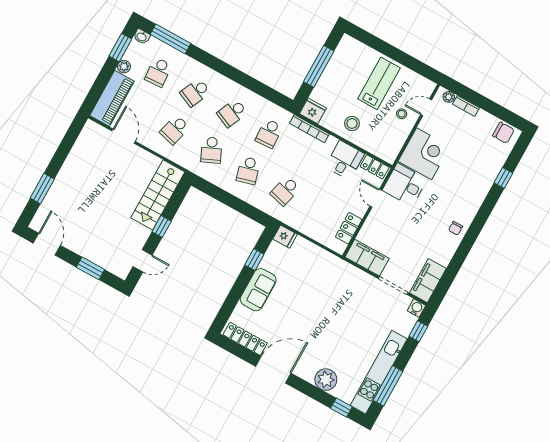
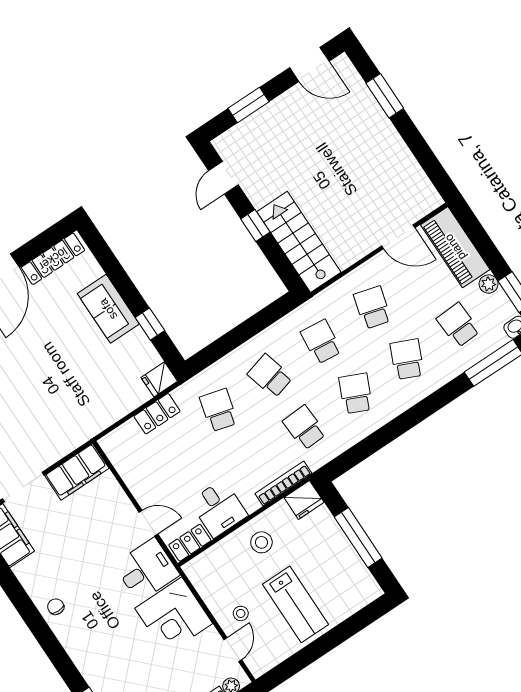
school desk: (211, 150) -> (321, 342), turned 30
locker: (349, 228) -> (157, 414), moved, turned 90

